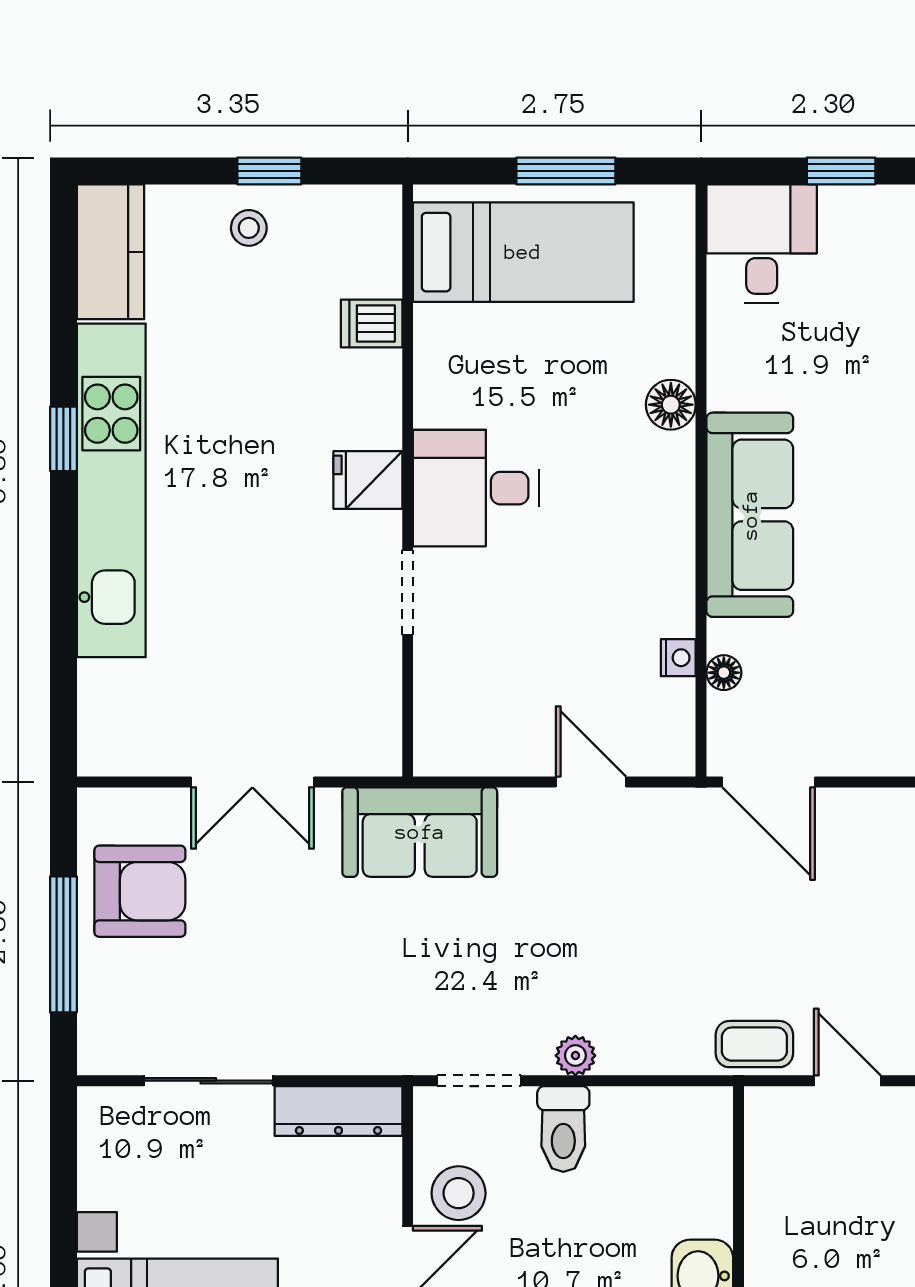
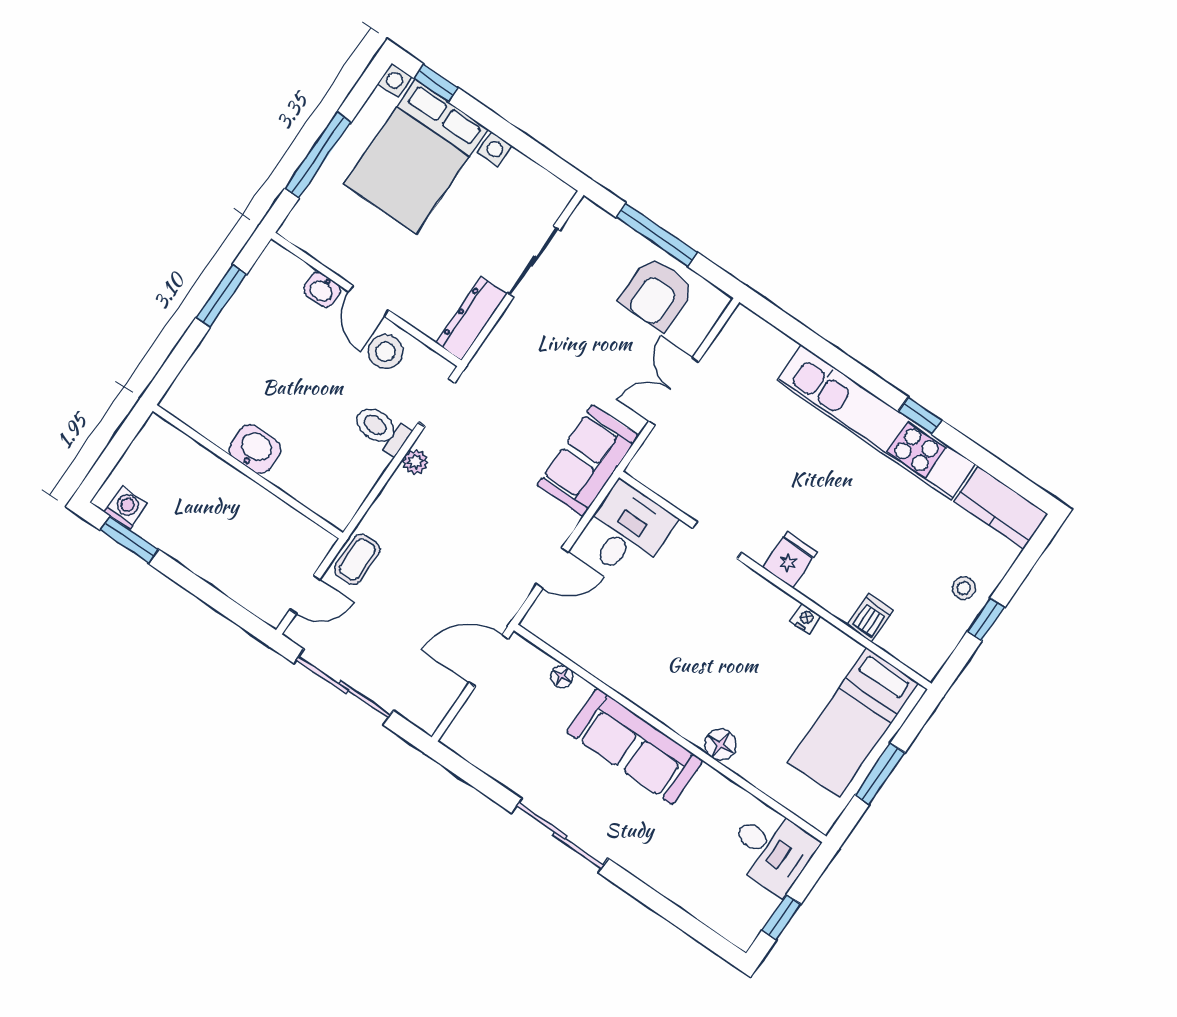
desk: (476, 488) -> (627, 531), moved
nightstand: (678, 658) -> (806, 619), moved, turned 180

